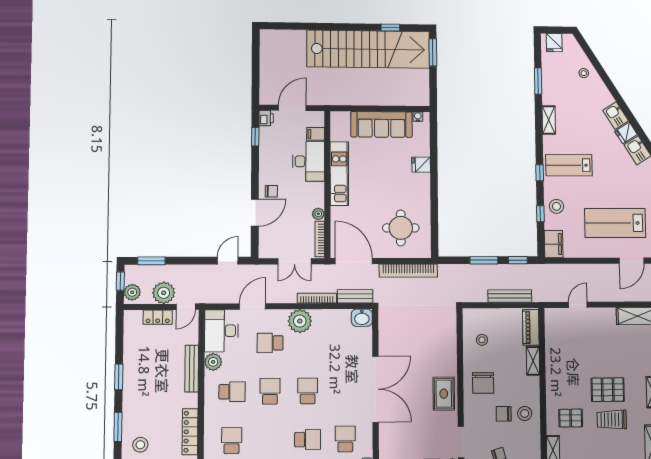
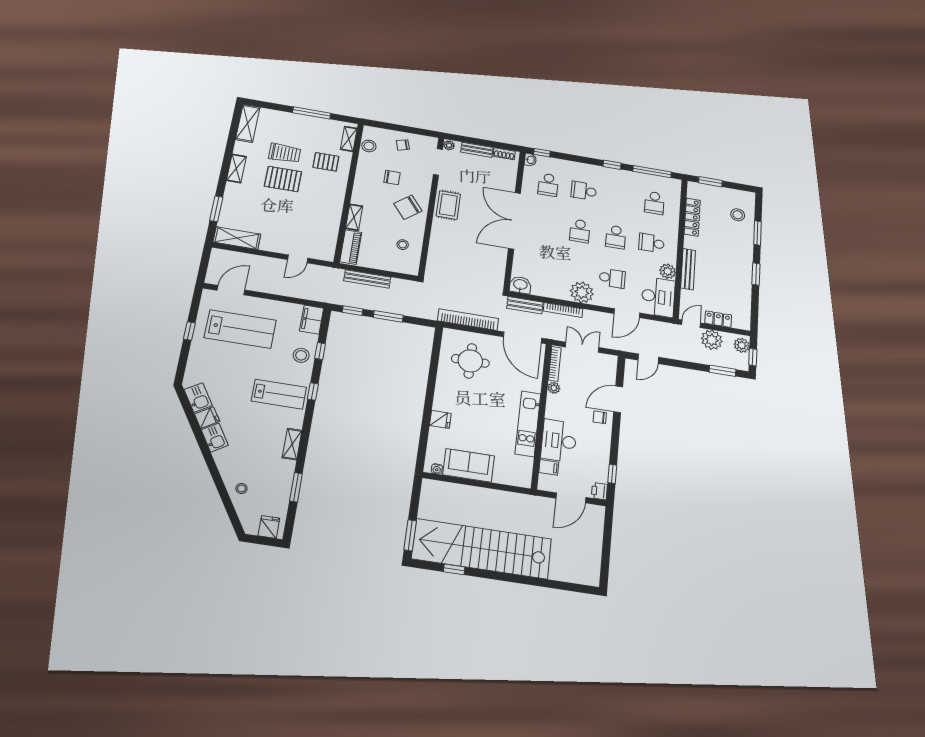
sofa: (381, 124) -> (469, 465), width x0.73
chair: (483, 383) -> (408, 207), turned -128
stool: (525, 414) -> (369, 146), moved

